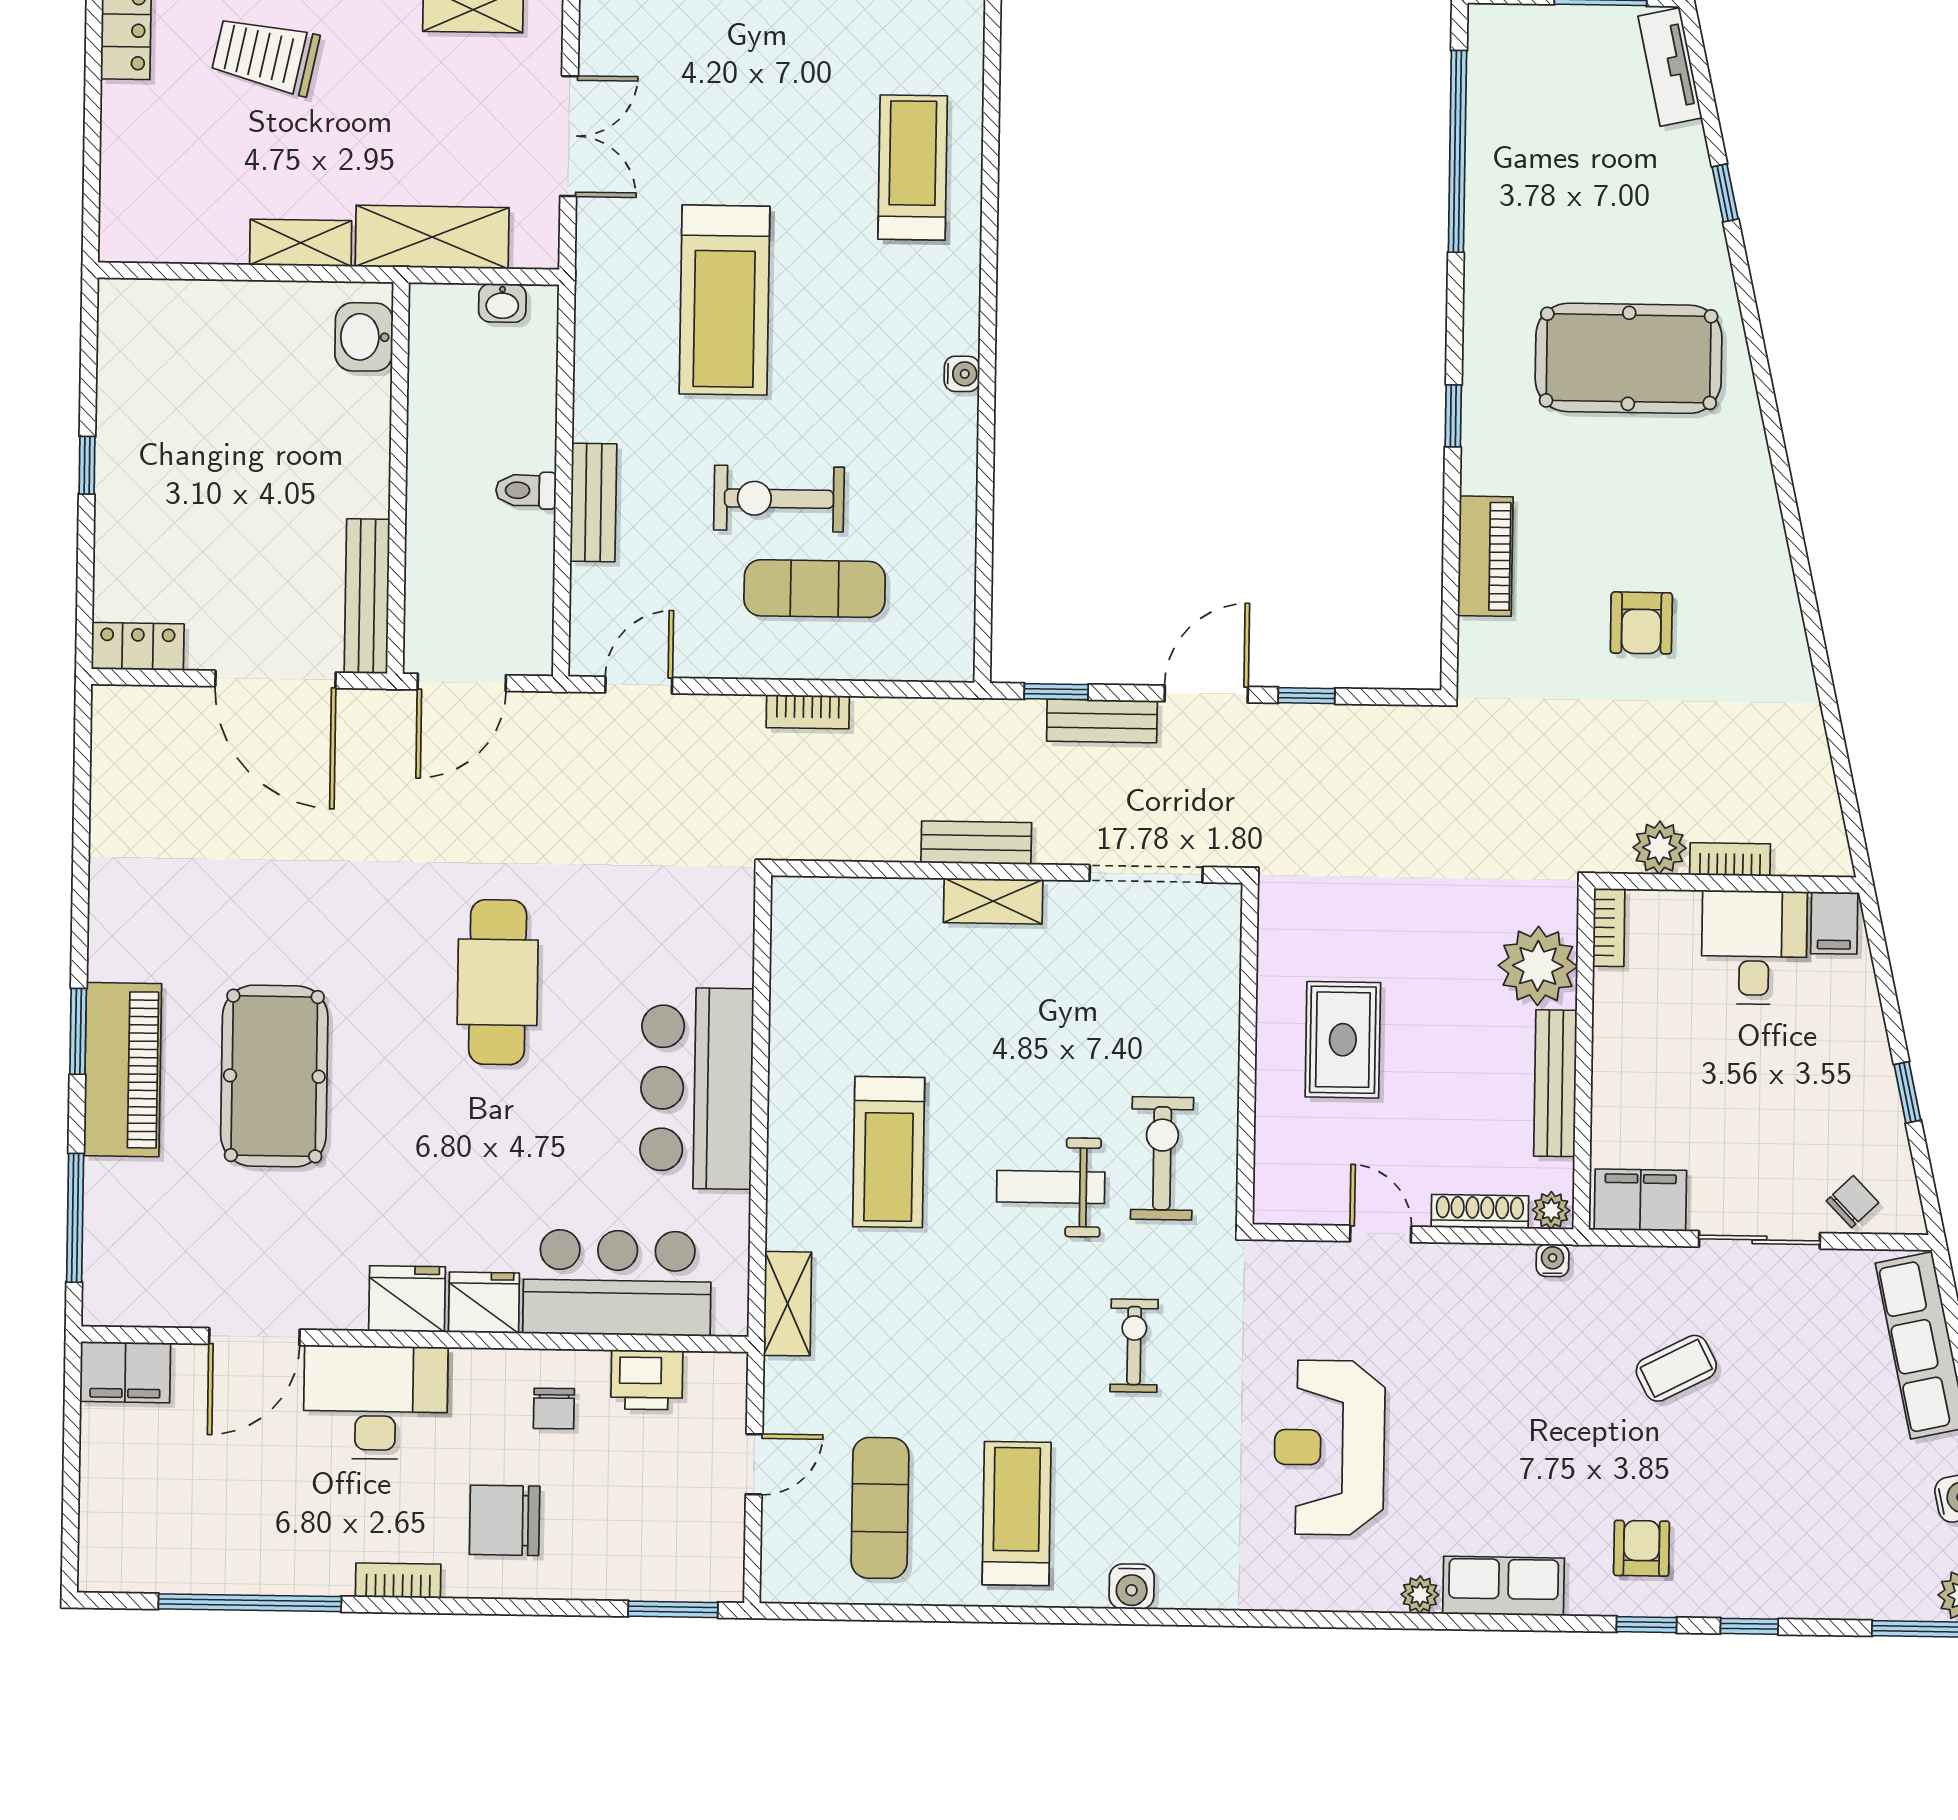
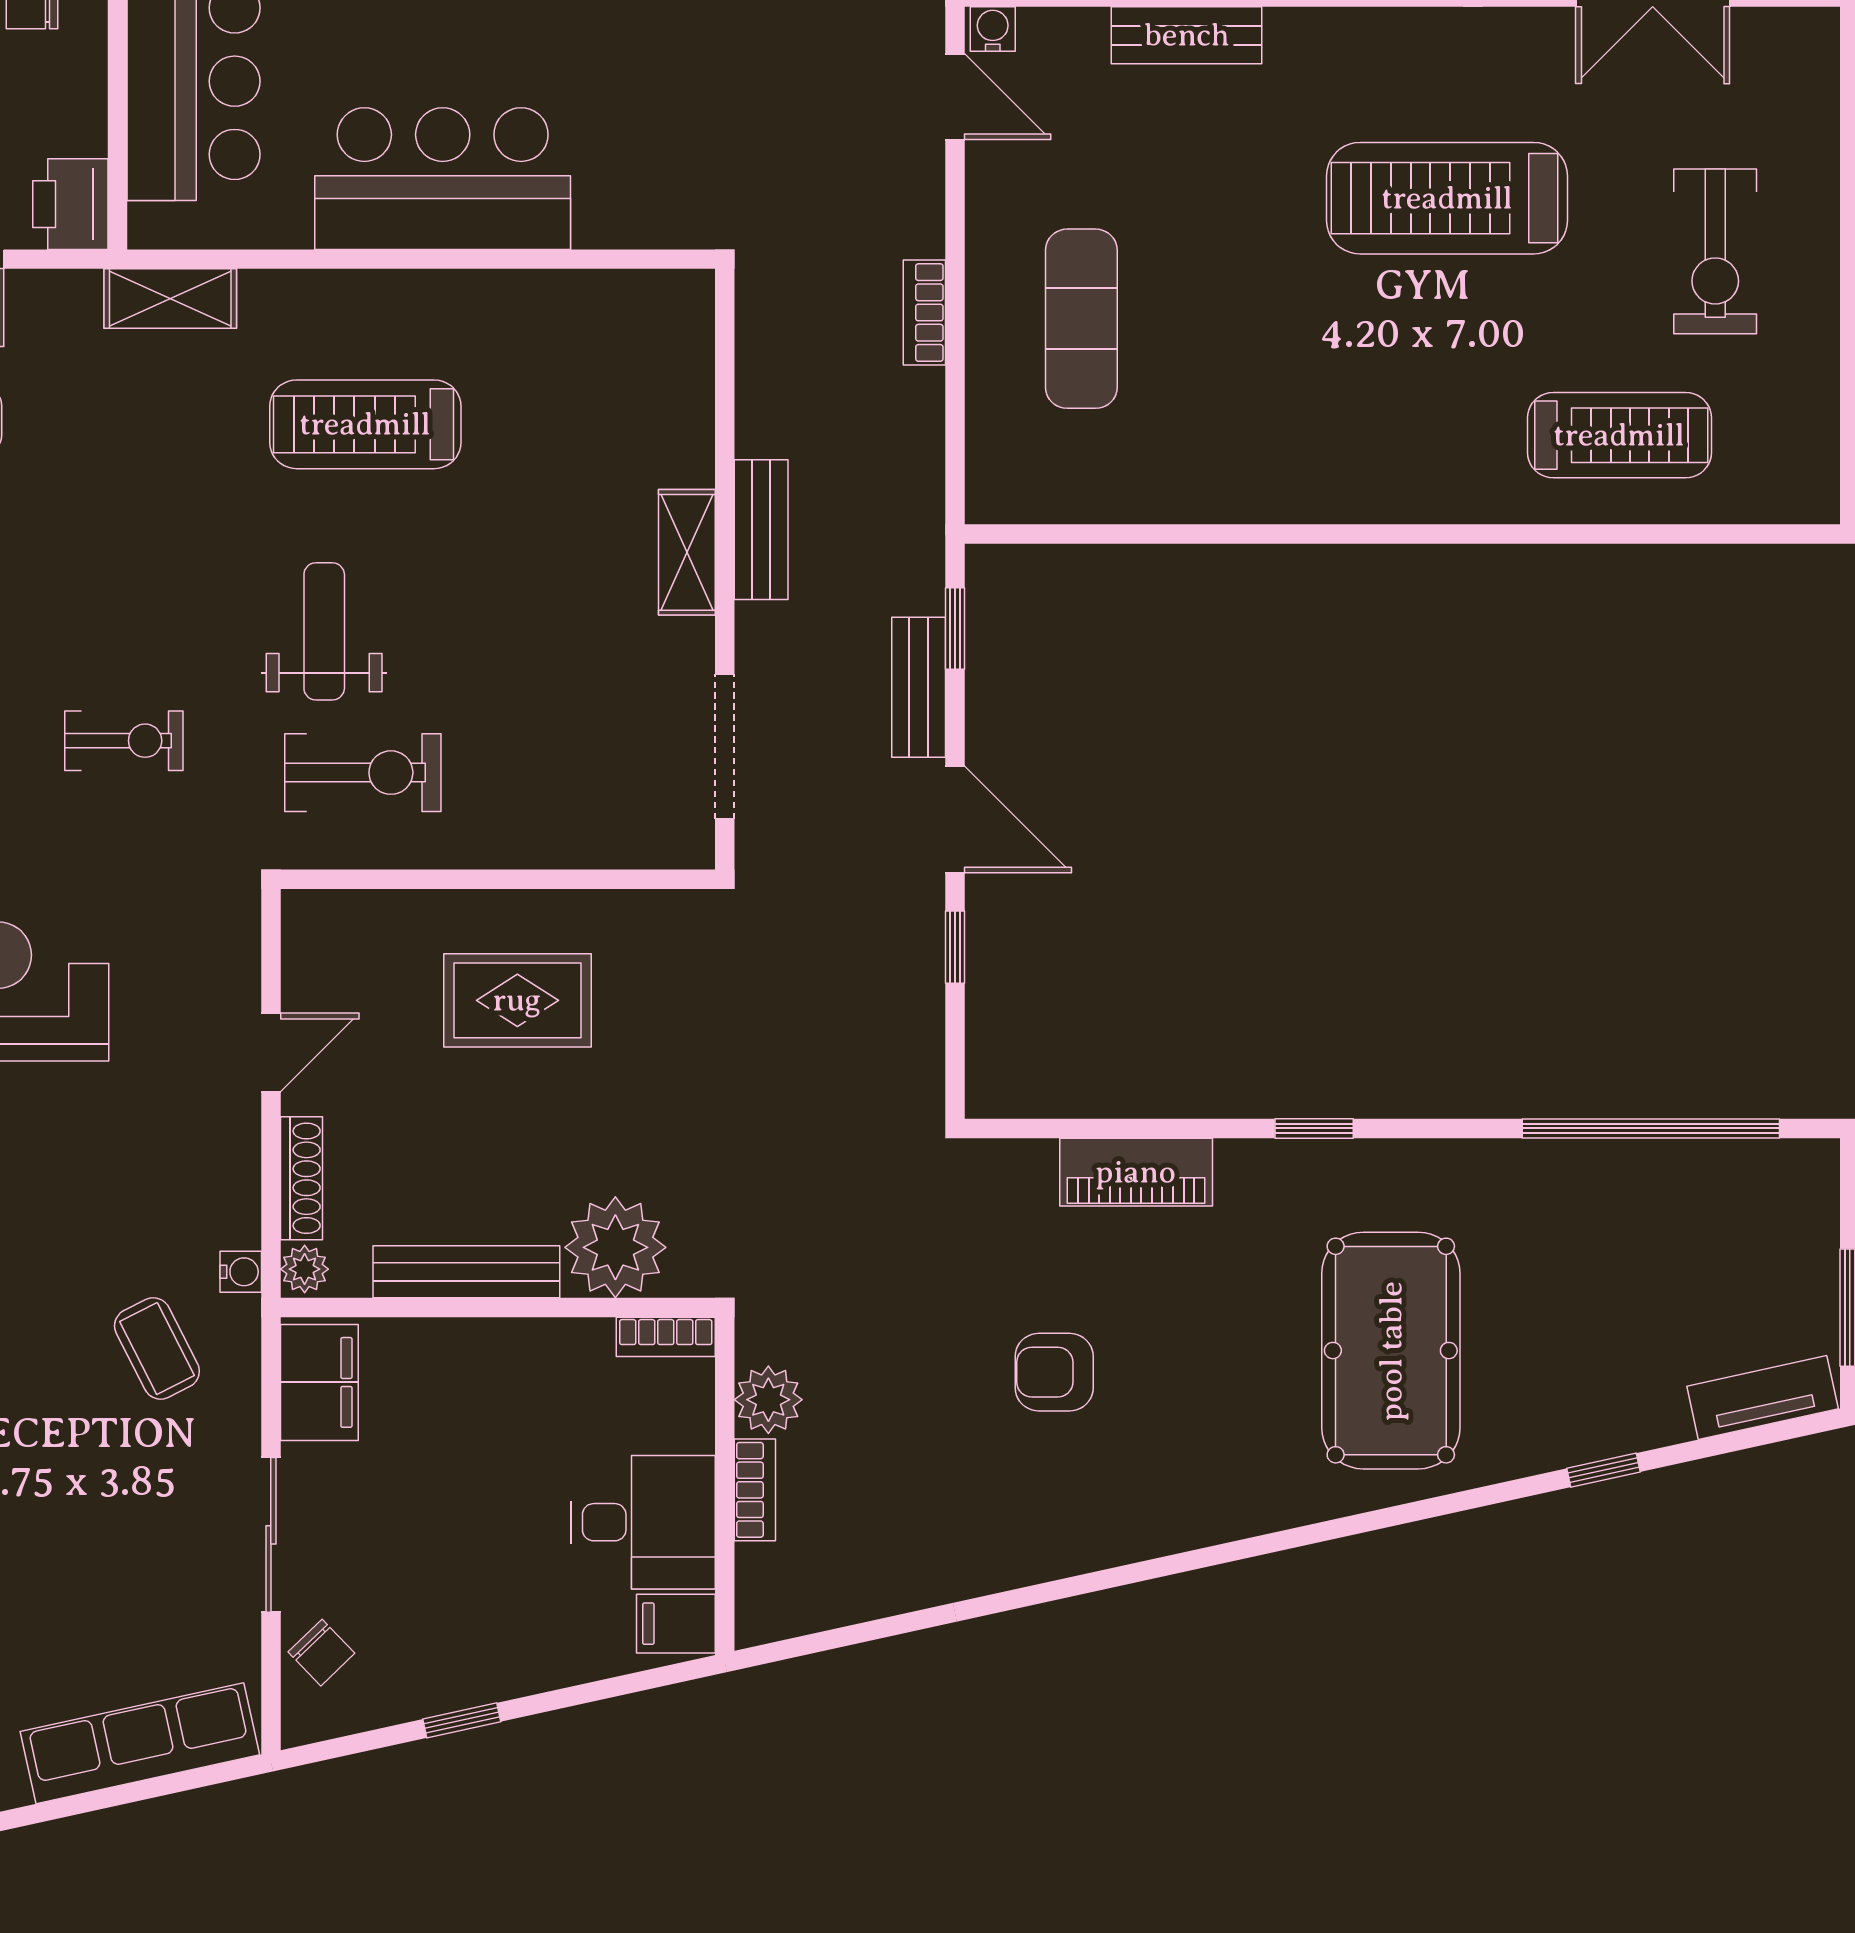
water cooler: (962, 374) -> (993, 29), moved, turned 180
exercise bike: (779, 499) -> (1715, 251), moved, turned 180
coffee table: (1676, 1368) -> (157, 1348), moved
printer: (647, 1380) -> (70, 204), moved

